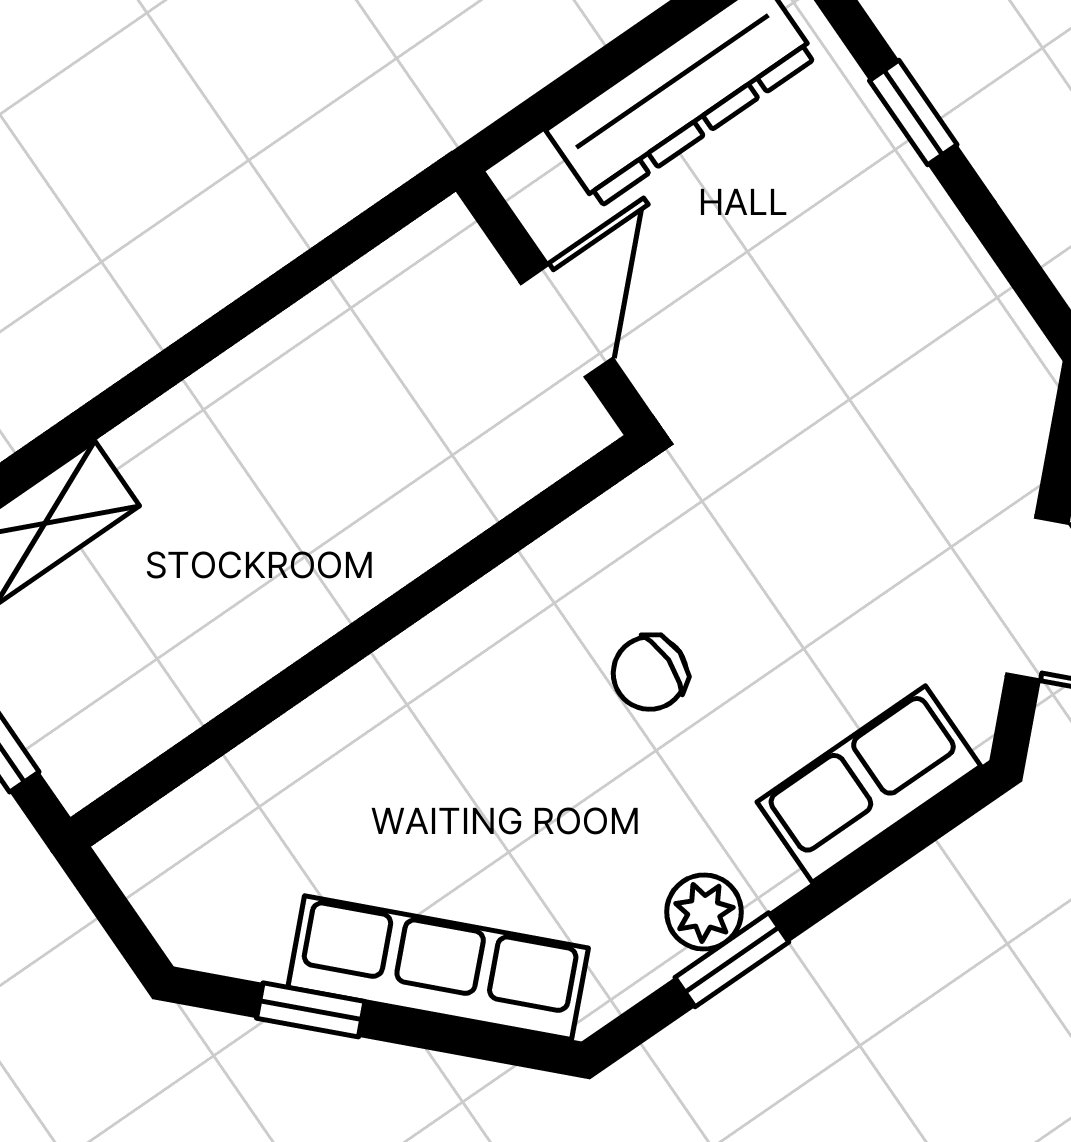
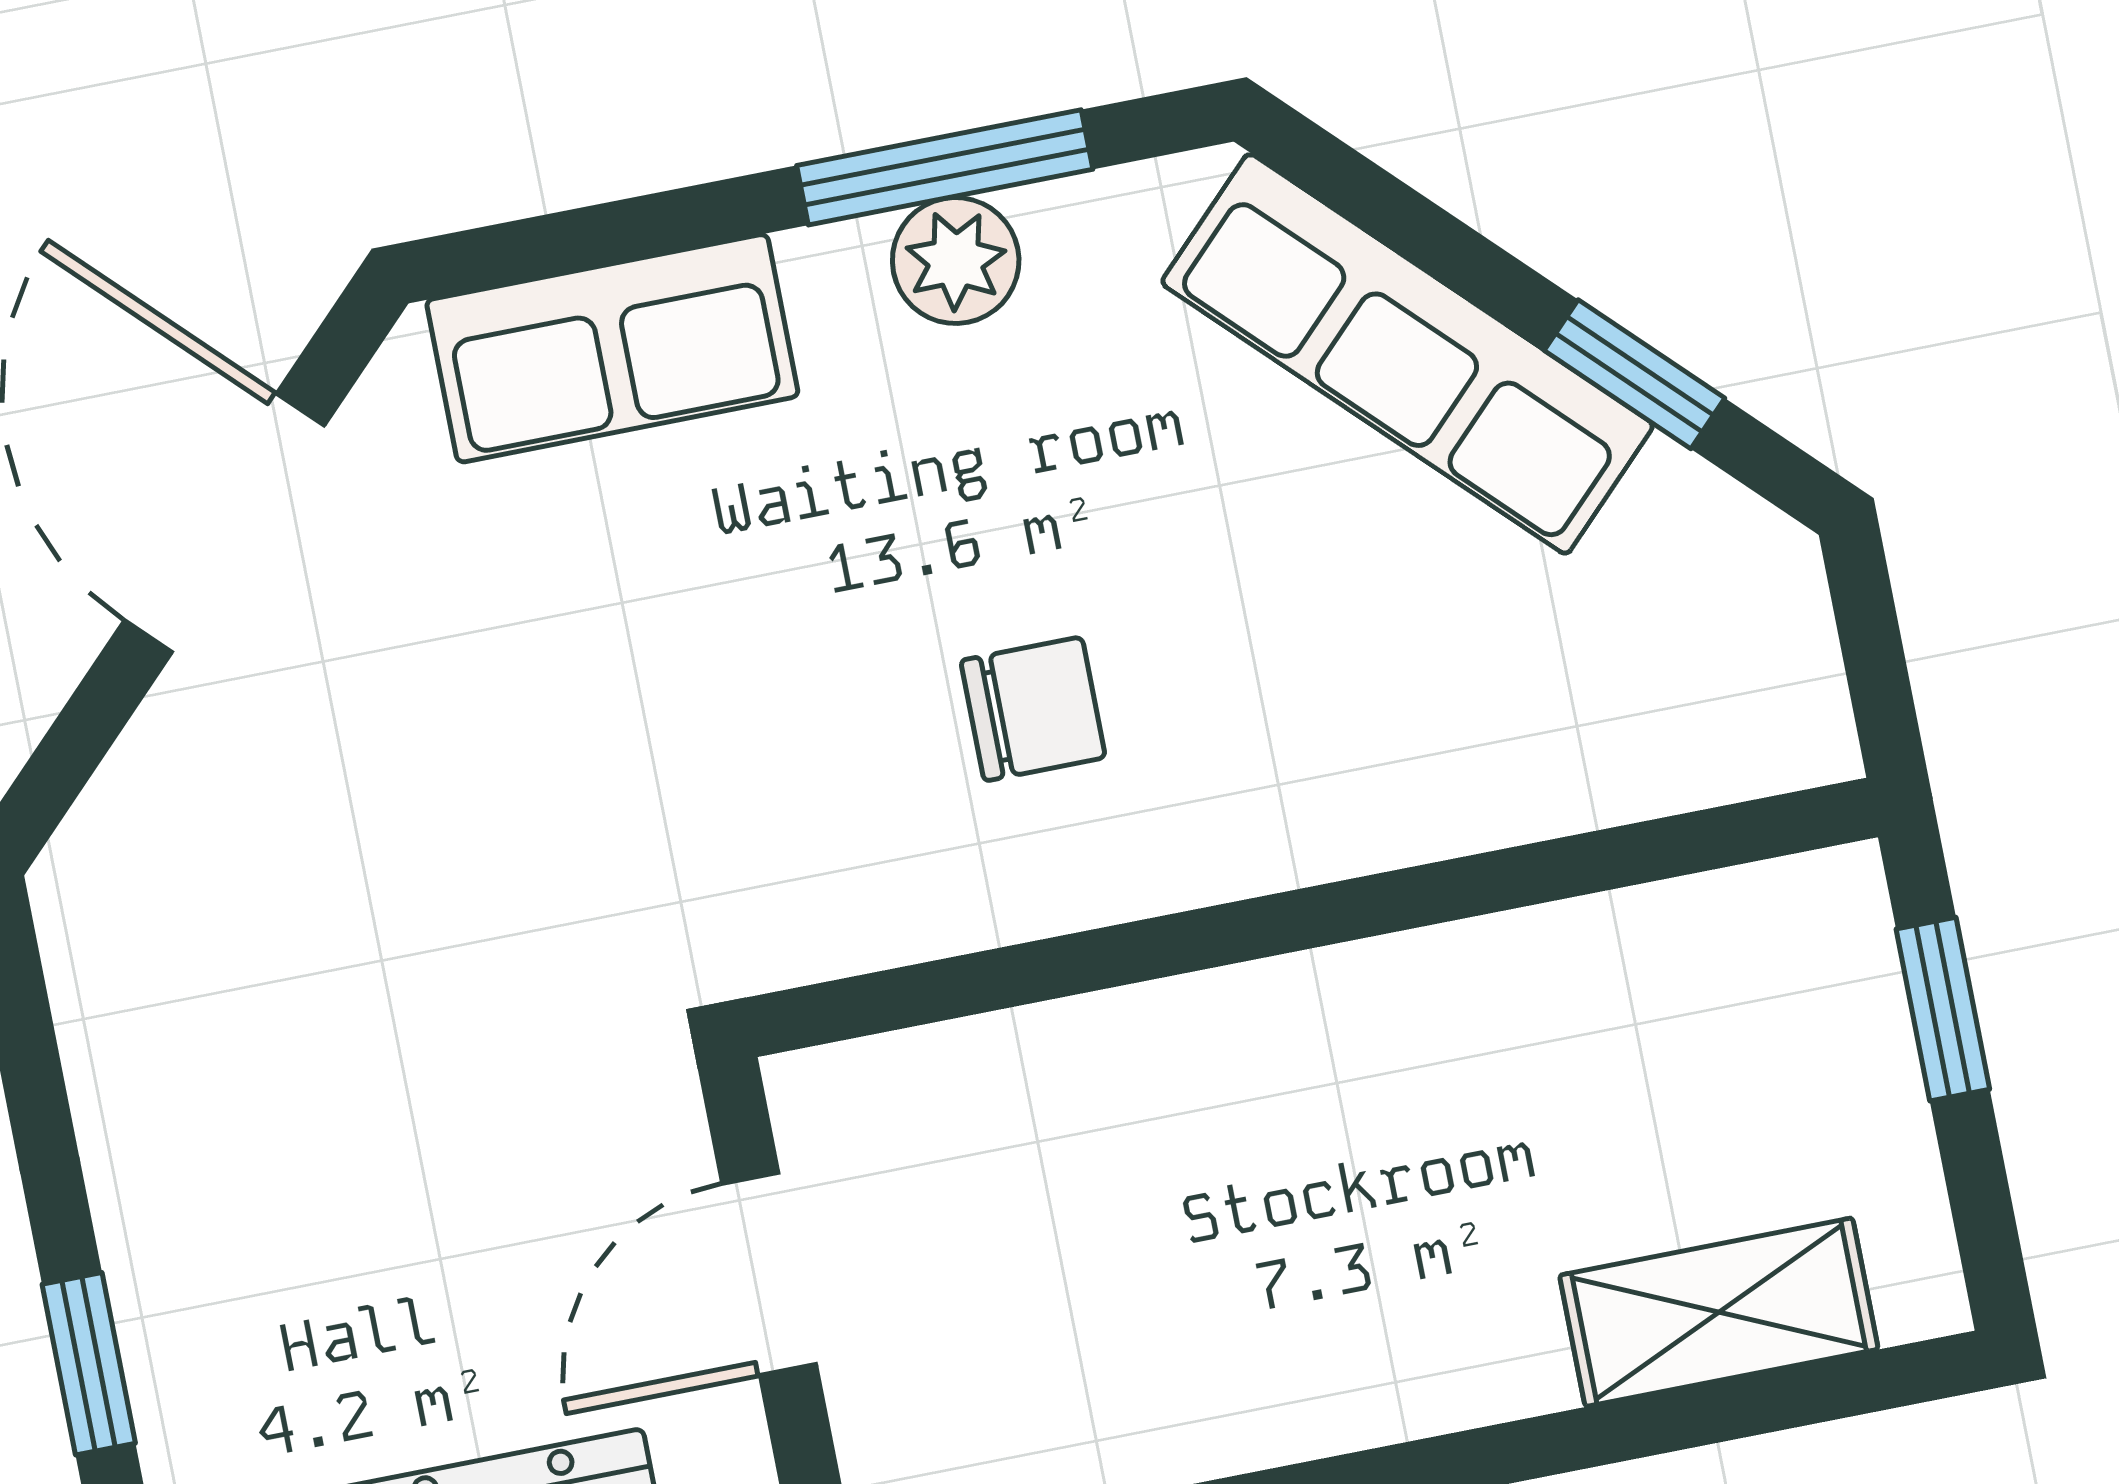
chair: (650, 673) -> (1033, 709), moved
window: (732, 960) -> (945, 167), width x1.50

